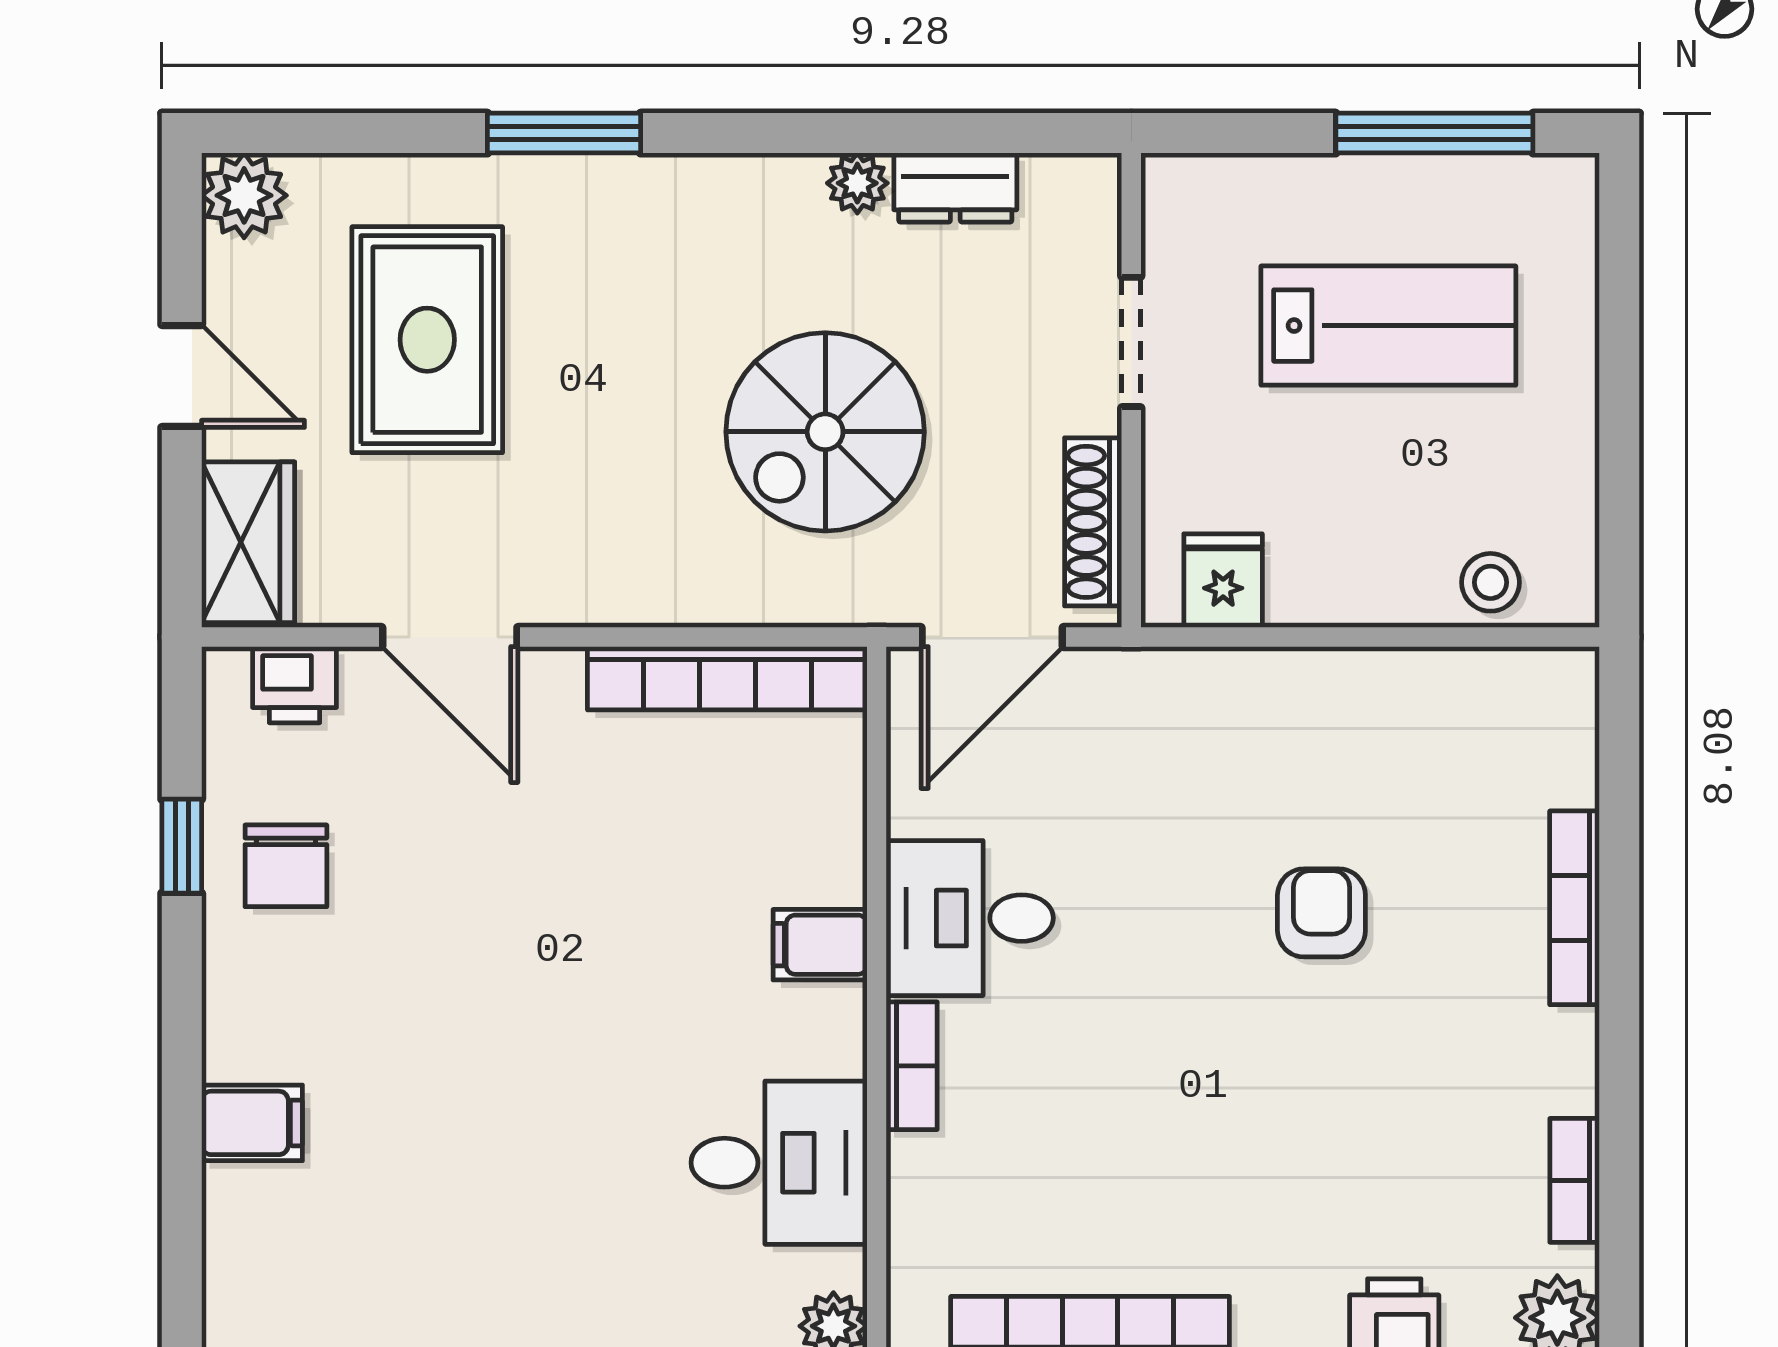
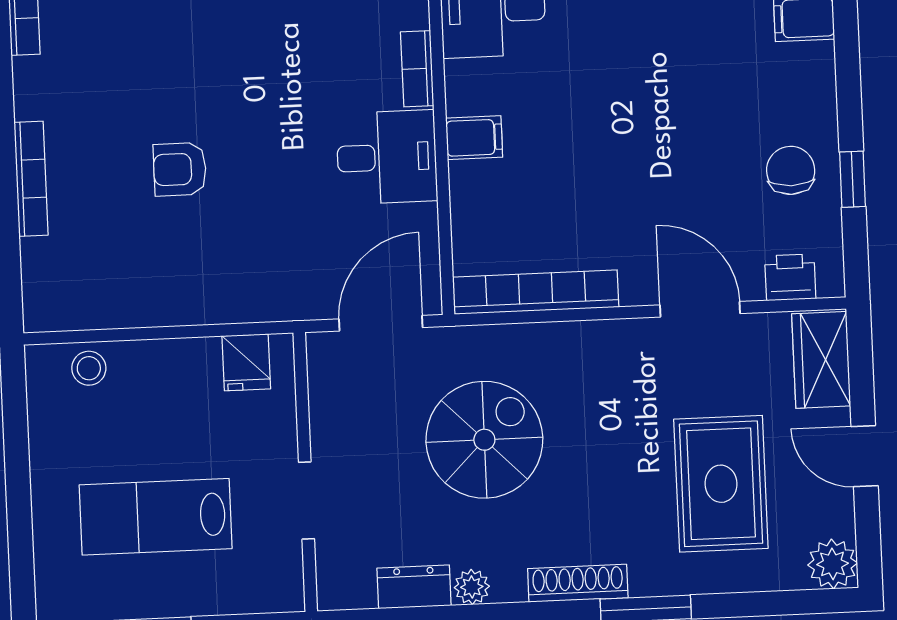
shoe rack: (1093, 522) -> (578, 583), moved, turned -90
armchair: (1321, 913) -> (180, 169), turned 90

